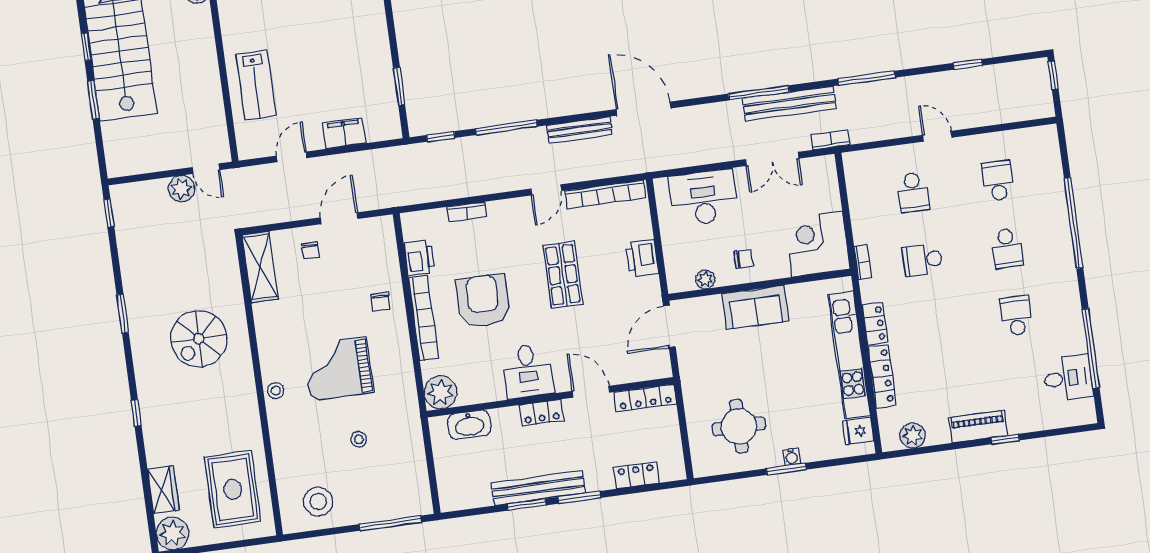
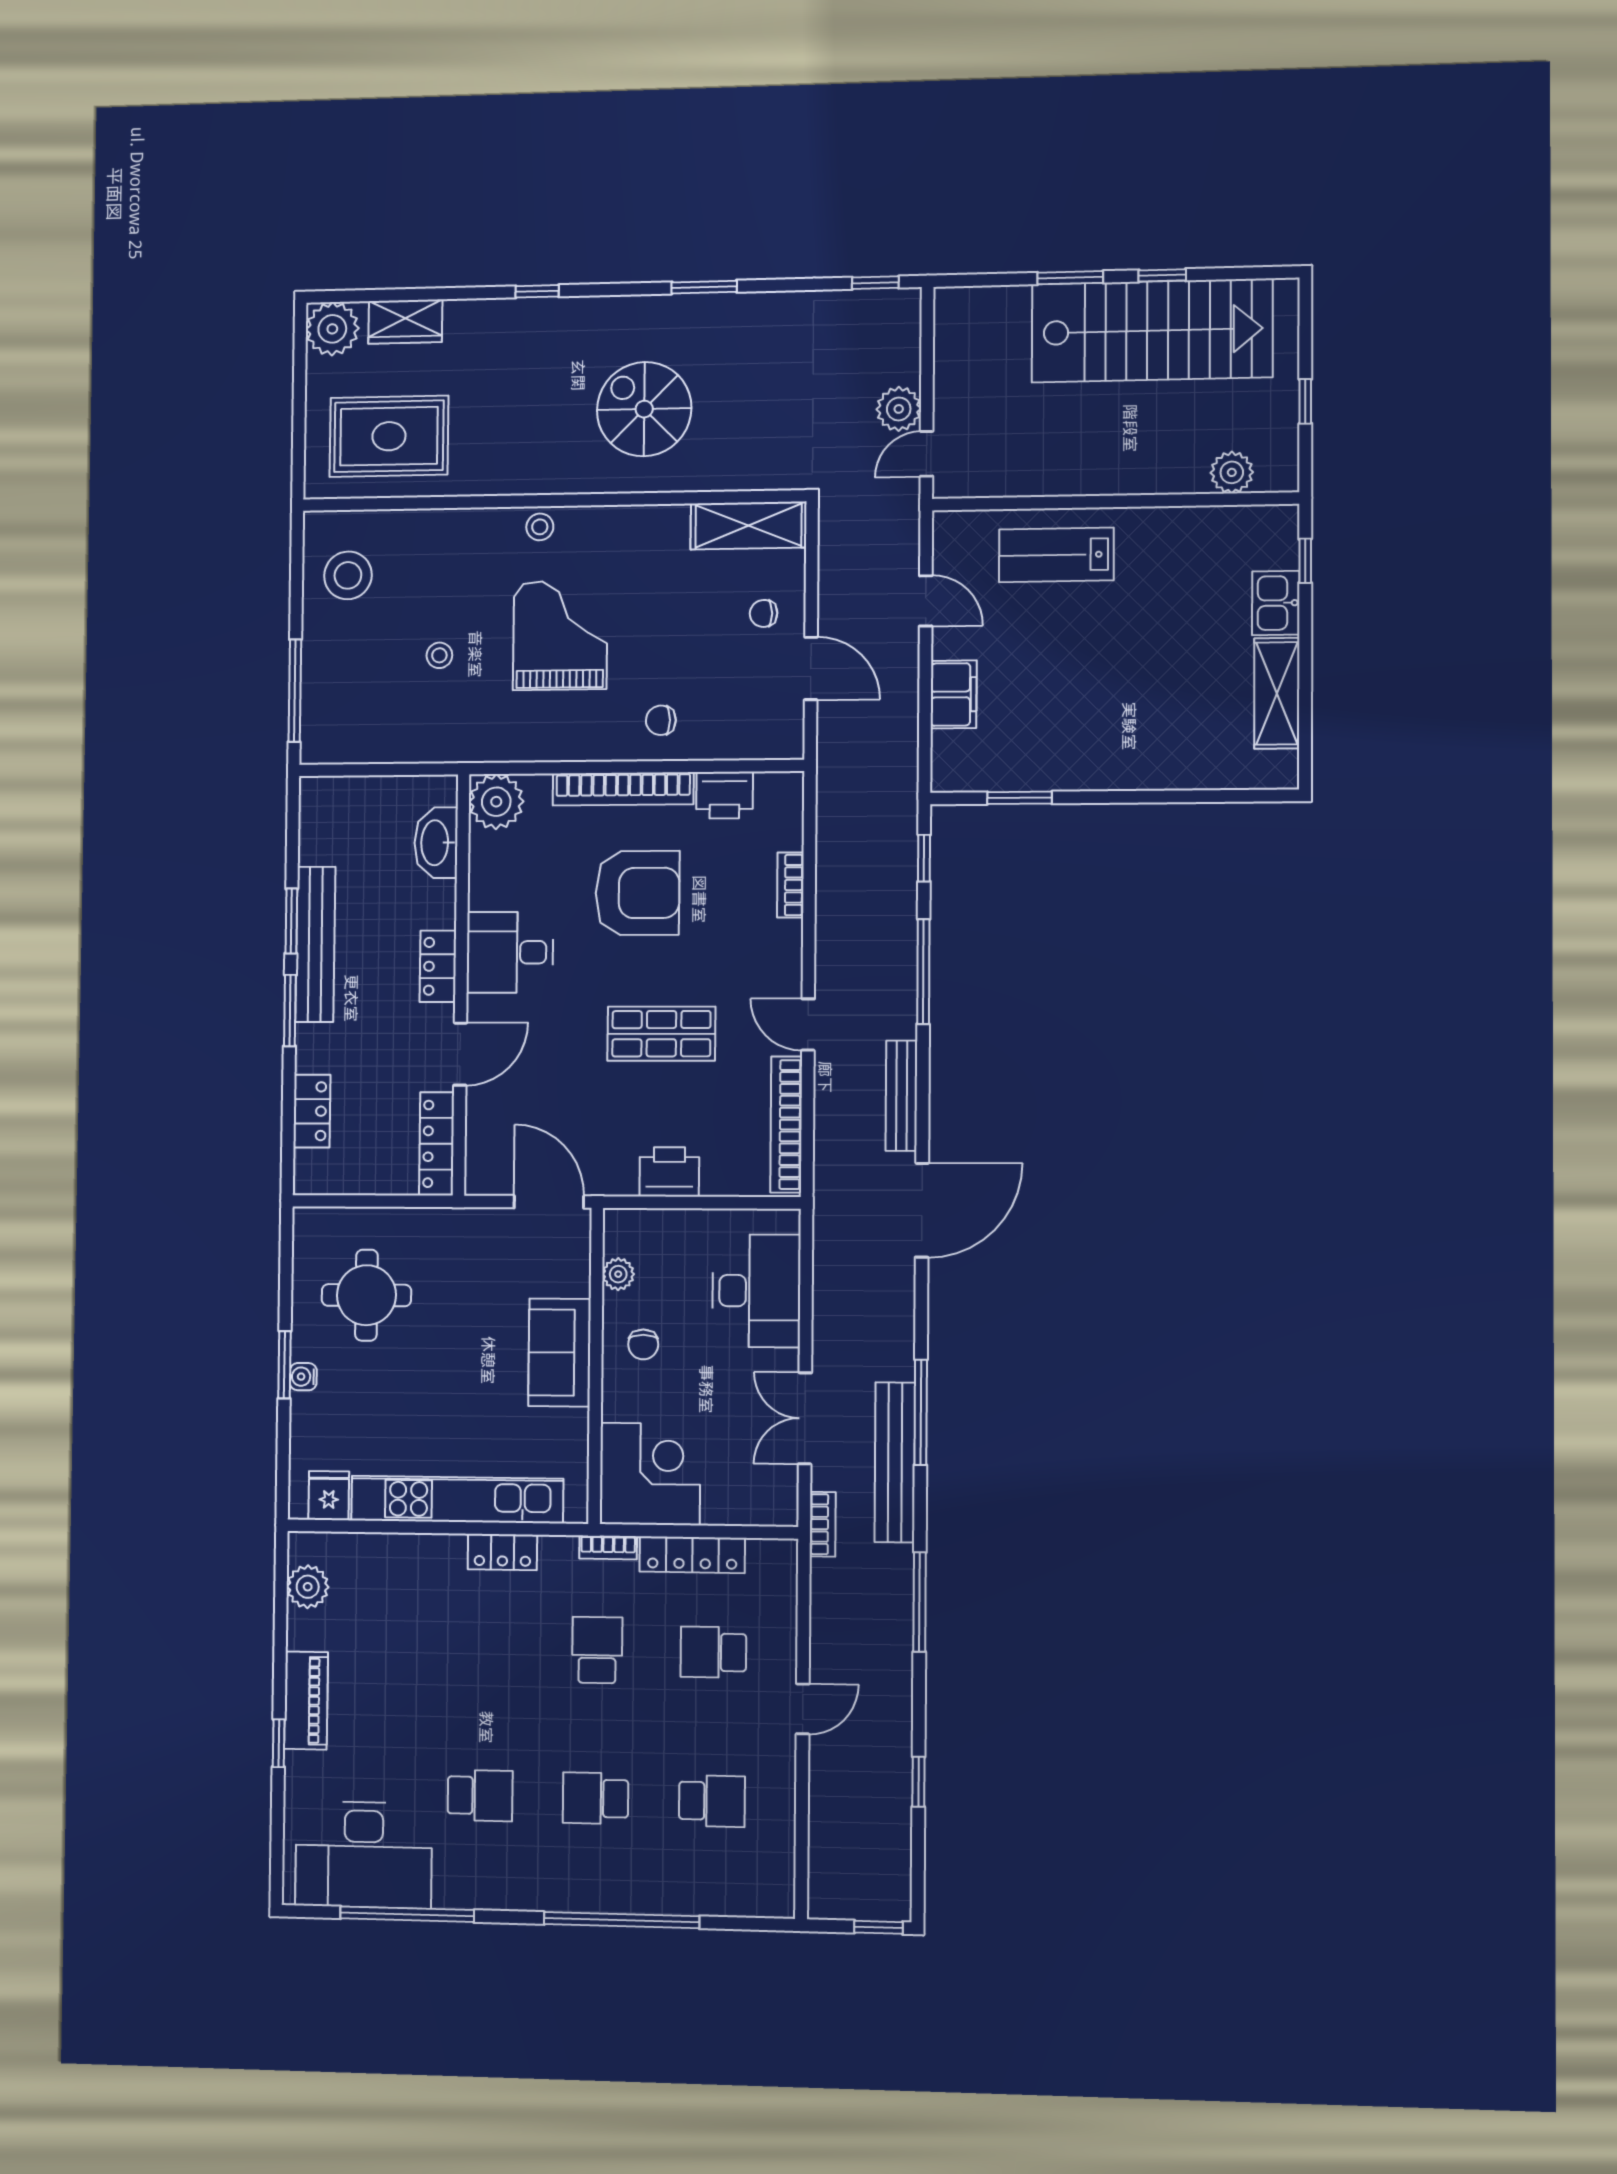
locker: (882, 376) -> (692, 1555), moved
desk: (1068, 378) -> (364, 1855), width x1.87, depth x1.30

